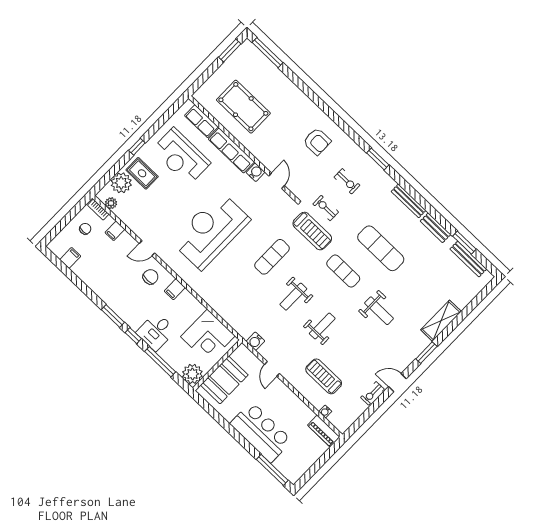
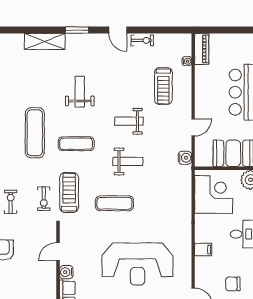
exercise mat: (343, 271) -> (76, 144), turned 90
chair: (150, 277) -> (233, 284), moved

